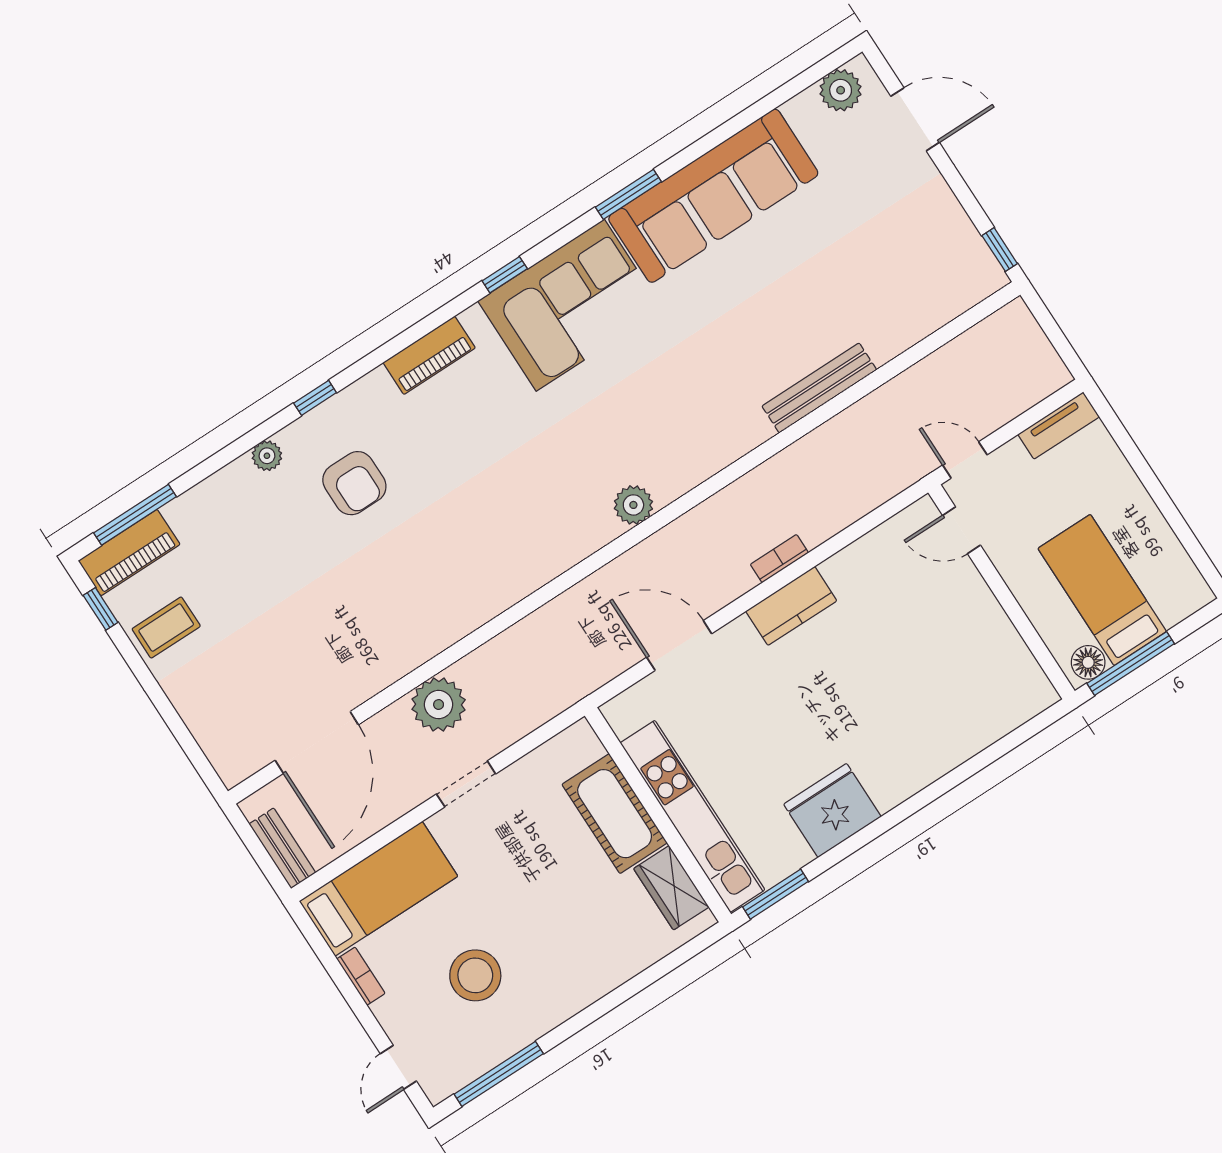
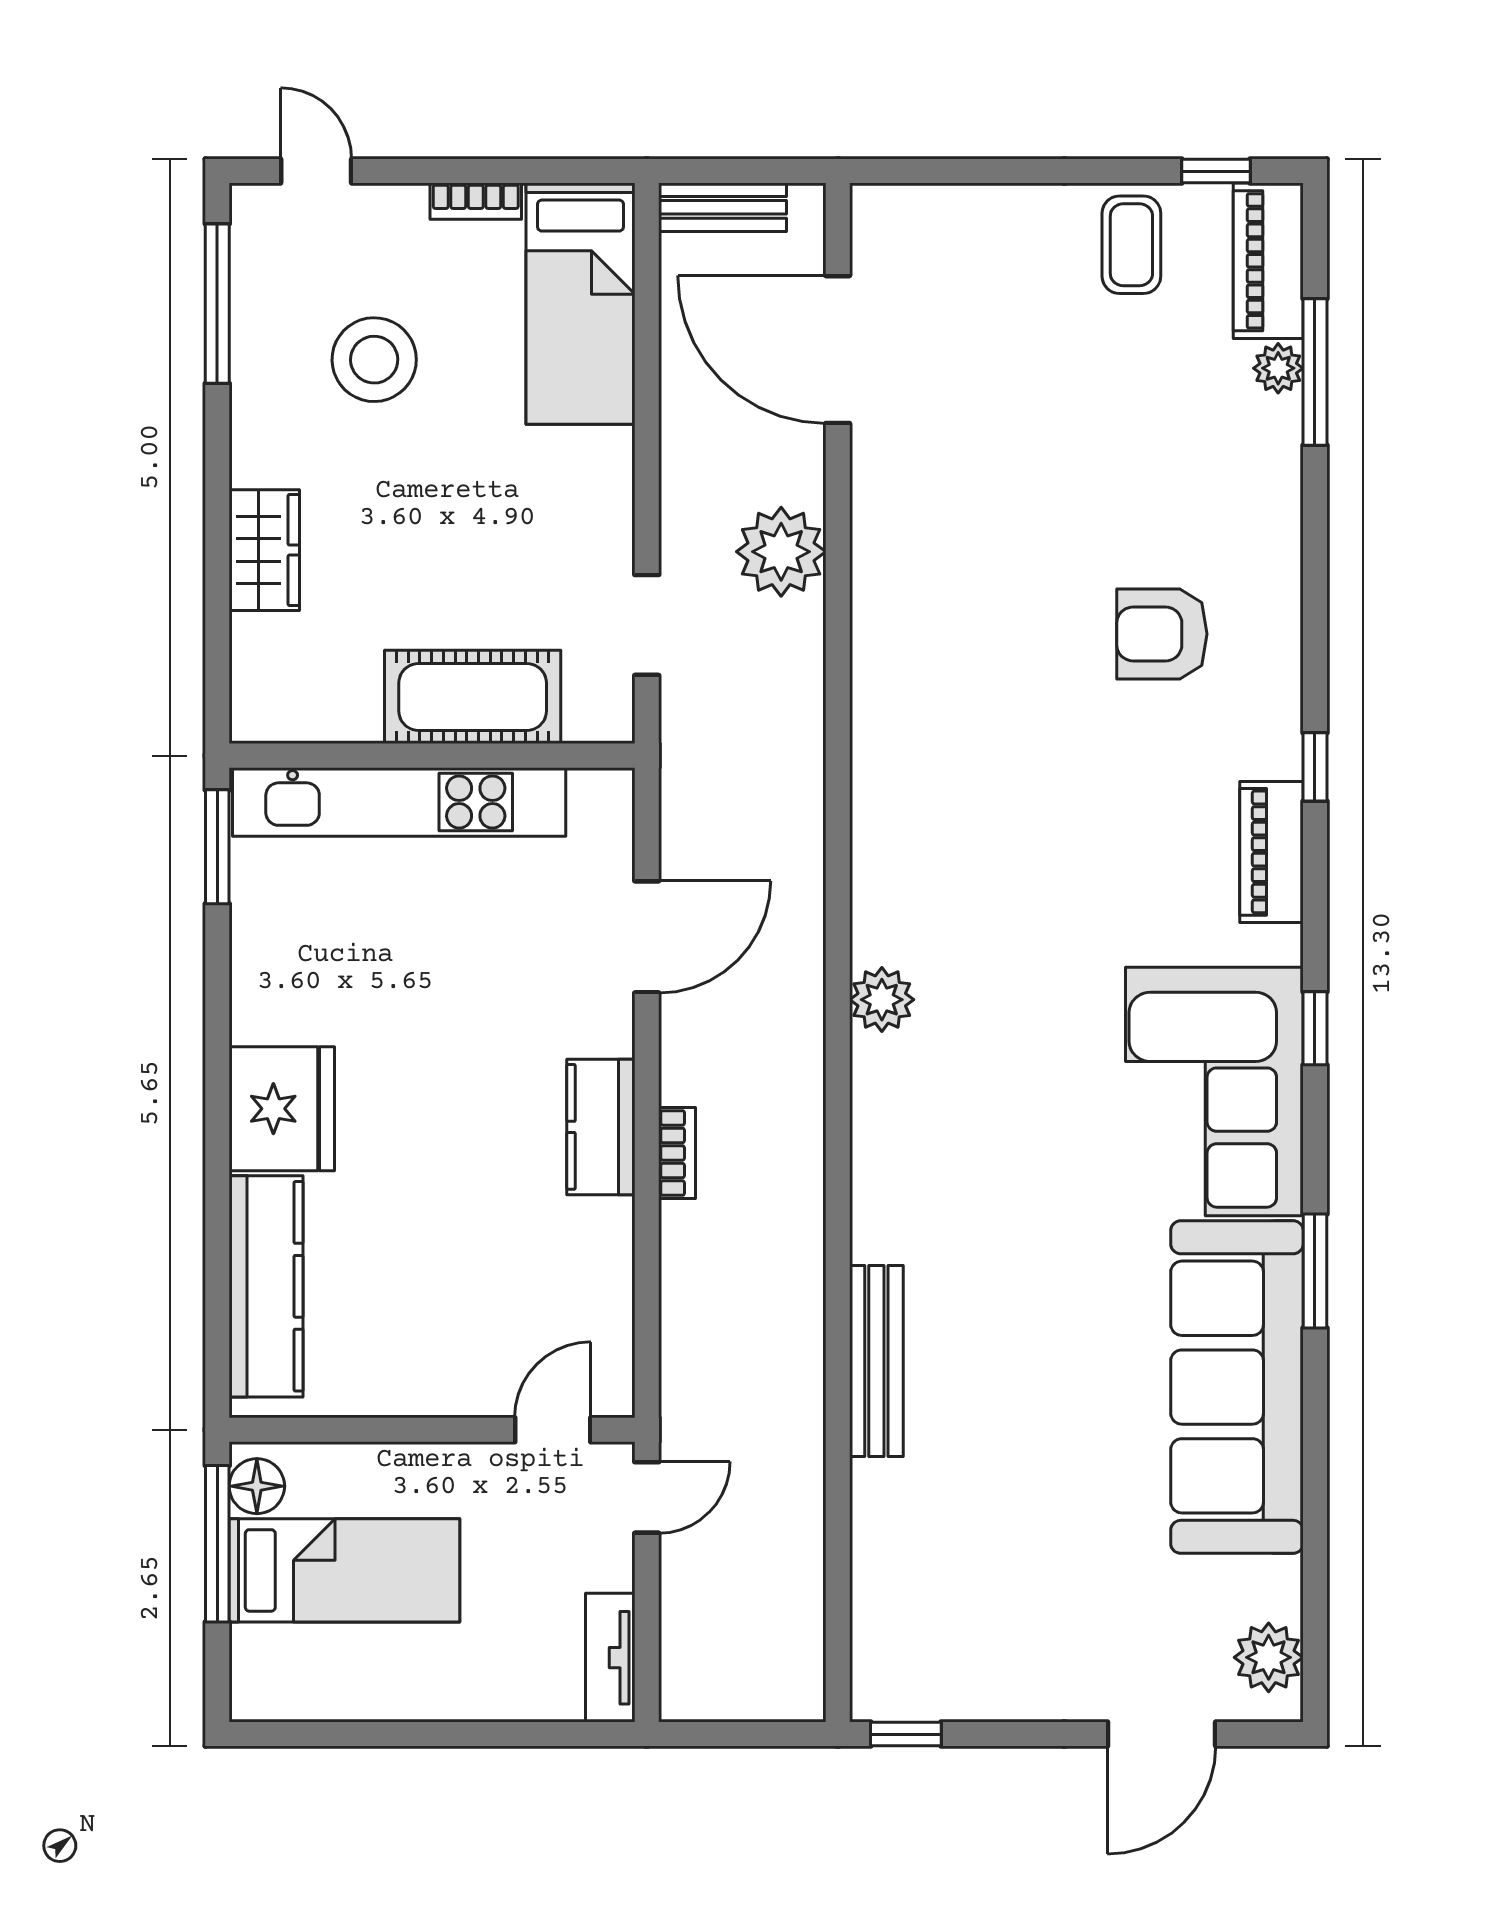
window: (315, 398) -> (1315, 767), moved
plant: (267, 456) -> (1278, 368), moved
window: (135, 515) -> (1315, 372), moved
kitchen counter: (983, 724) -> (266, 1286), added
doorway: (466, 784) -> (647, 625), moved
fridge: (832, 810) -> (282, 1109), moved
wardrobe: (671, 888) -> (264, 550), moved, turned 90

